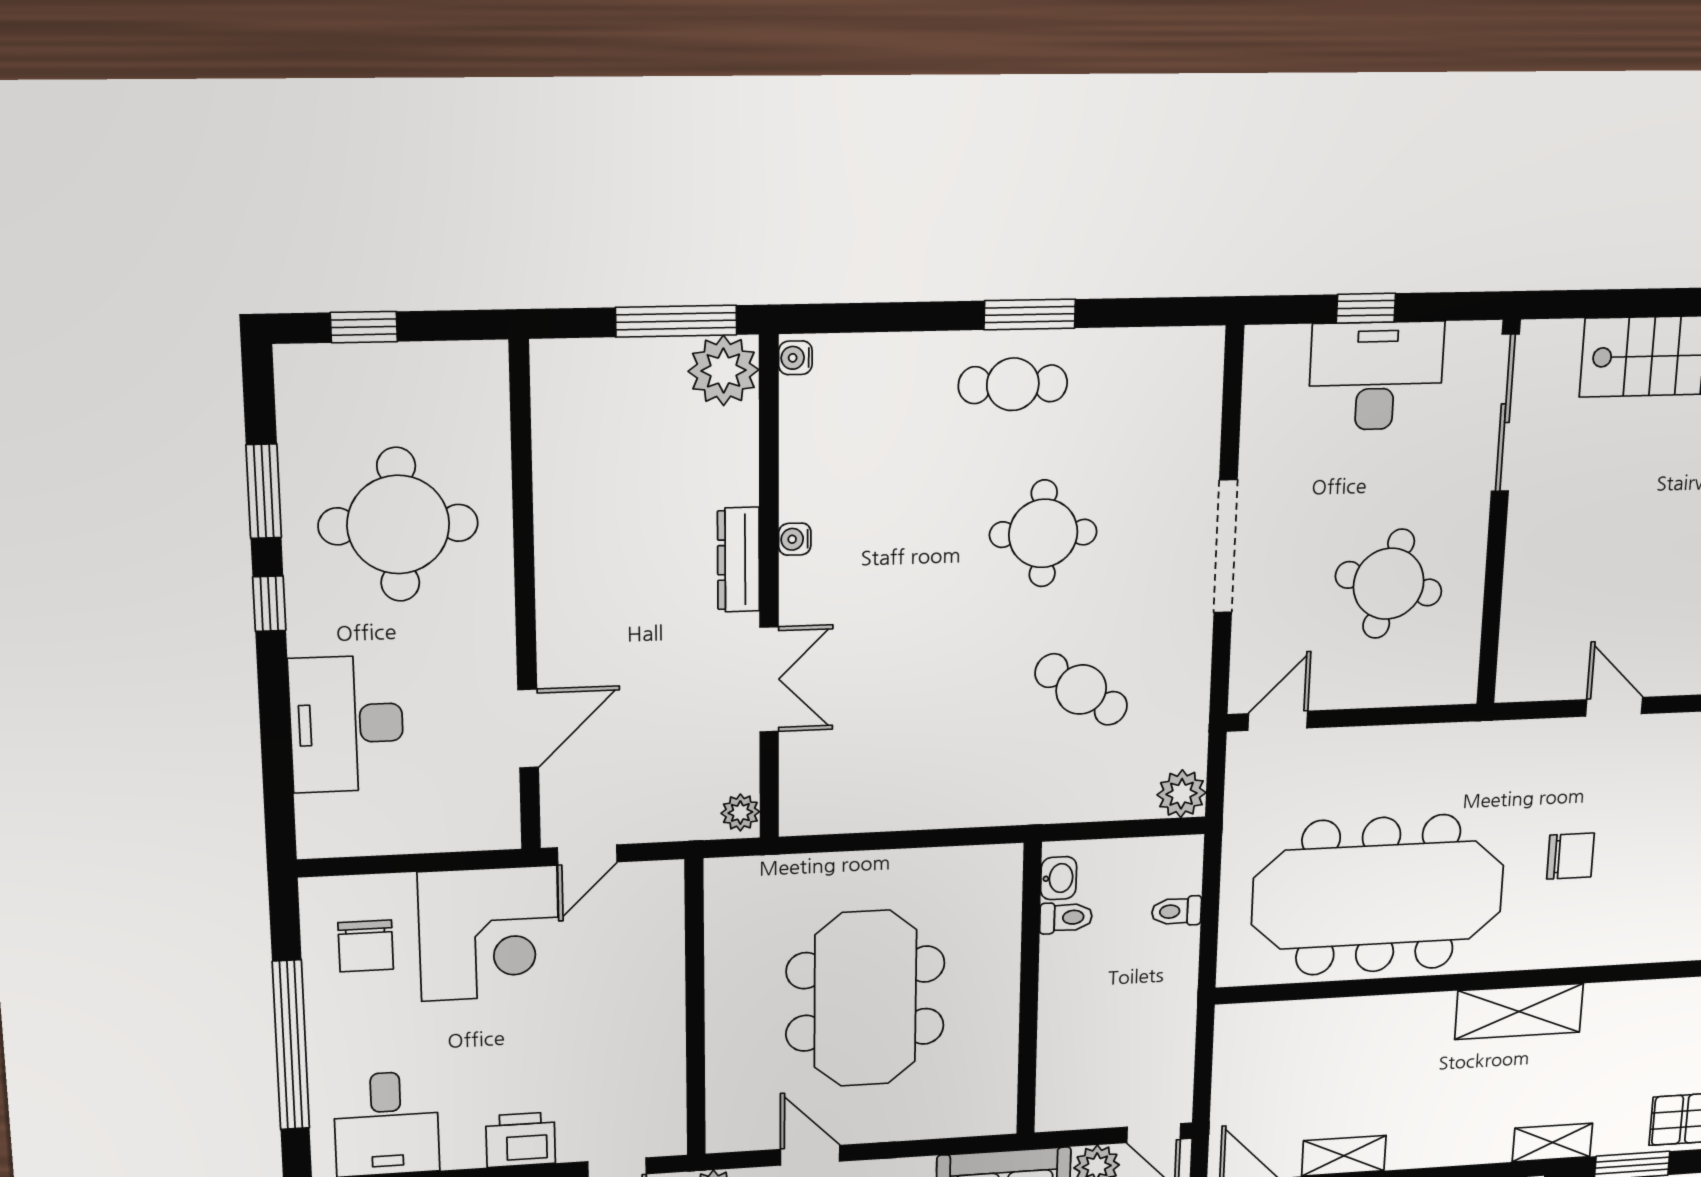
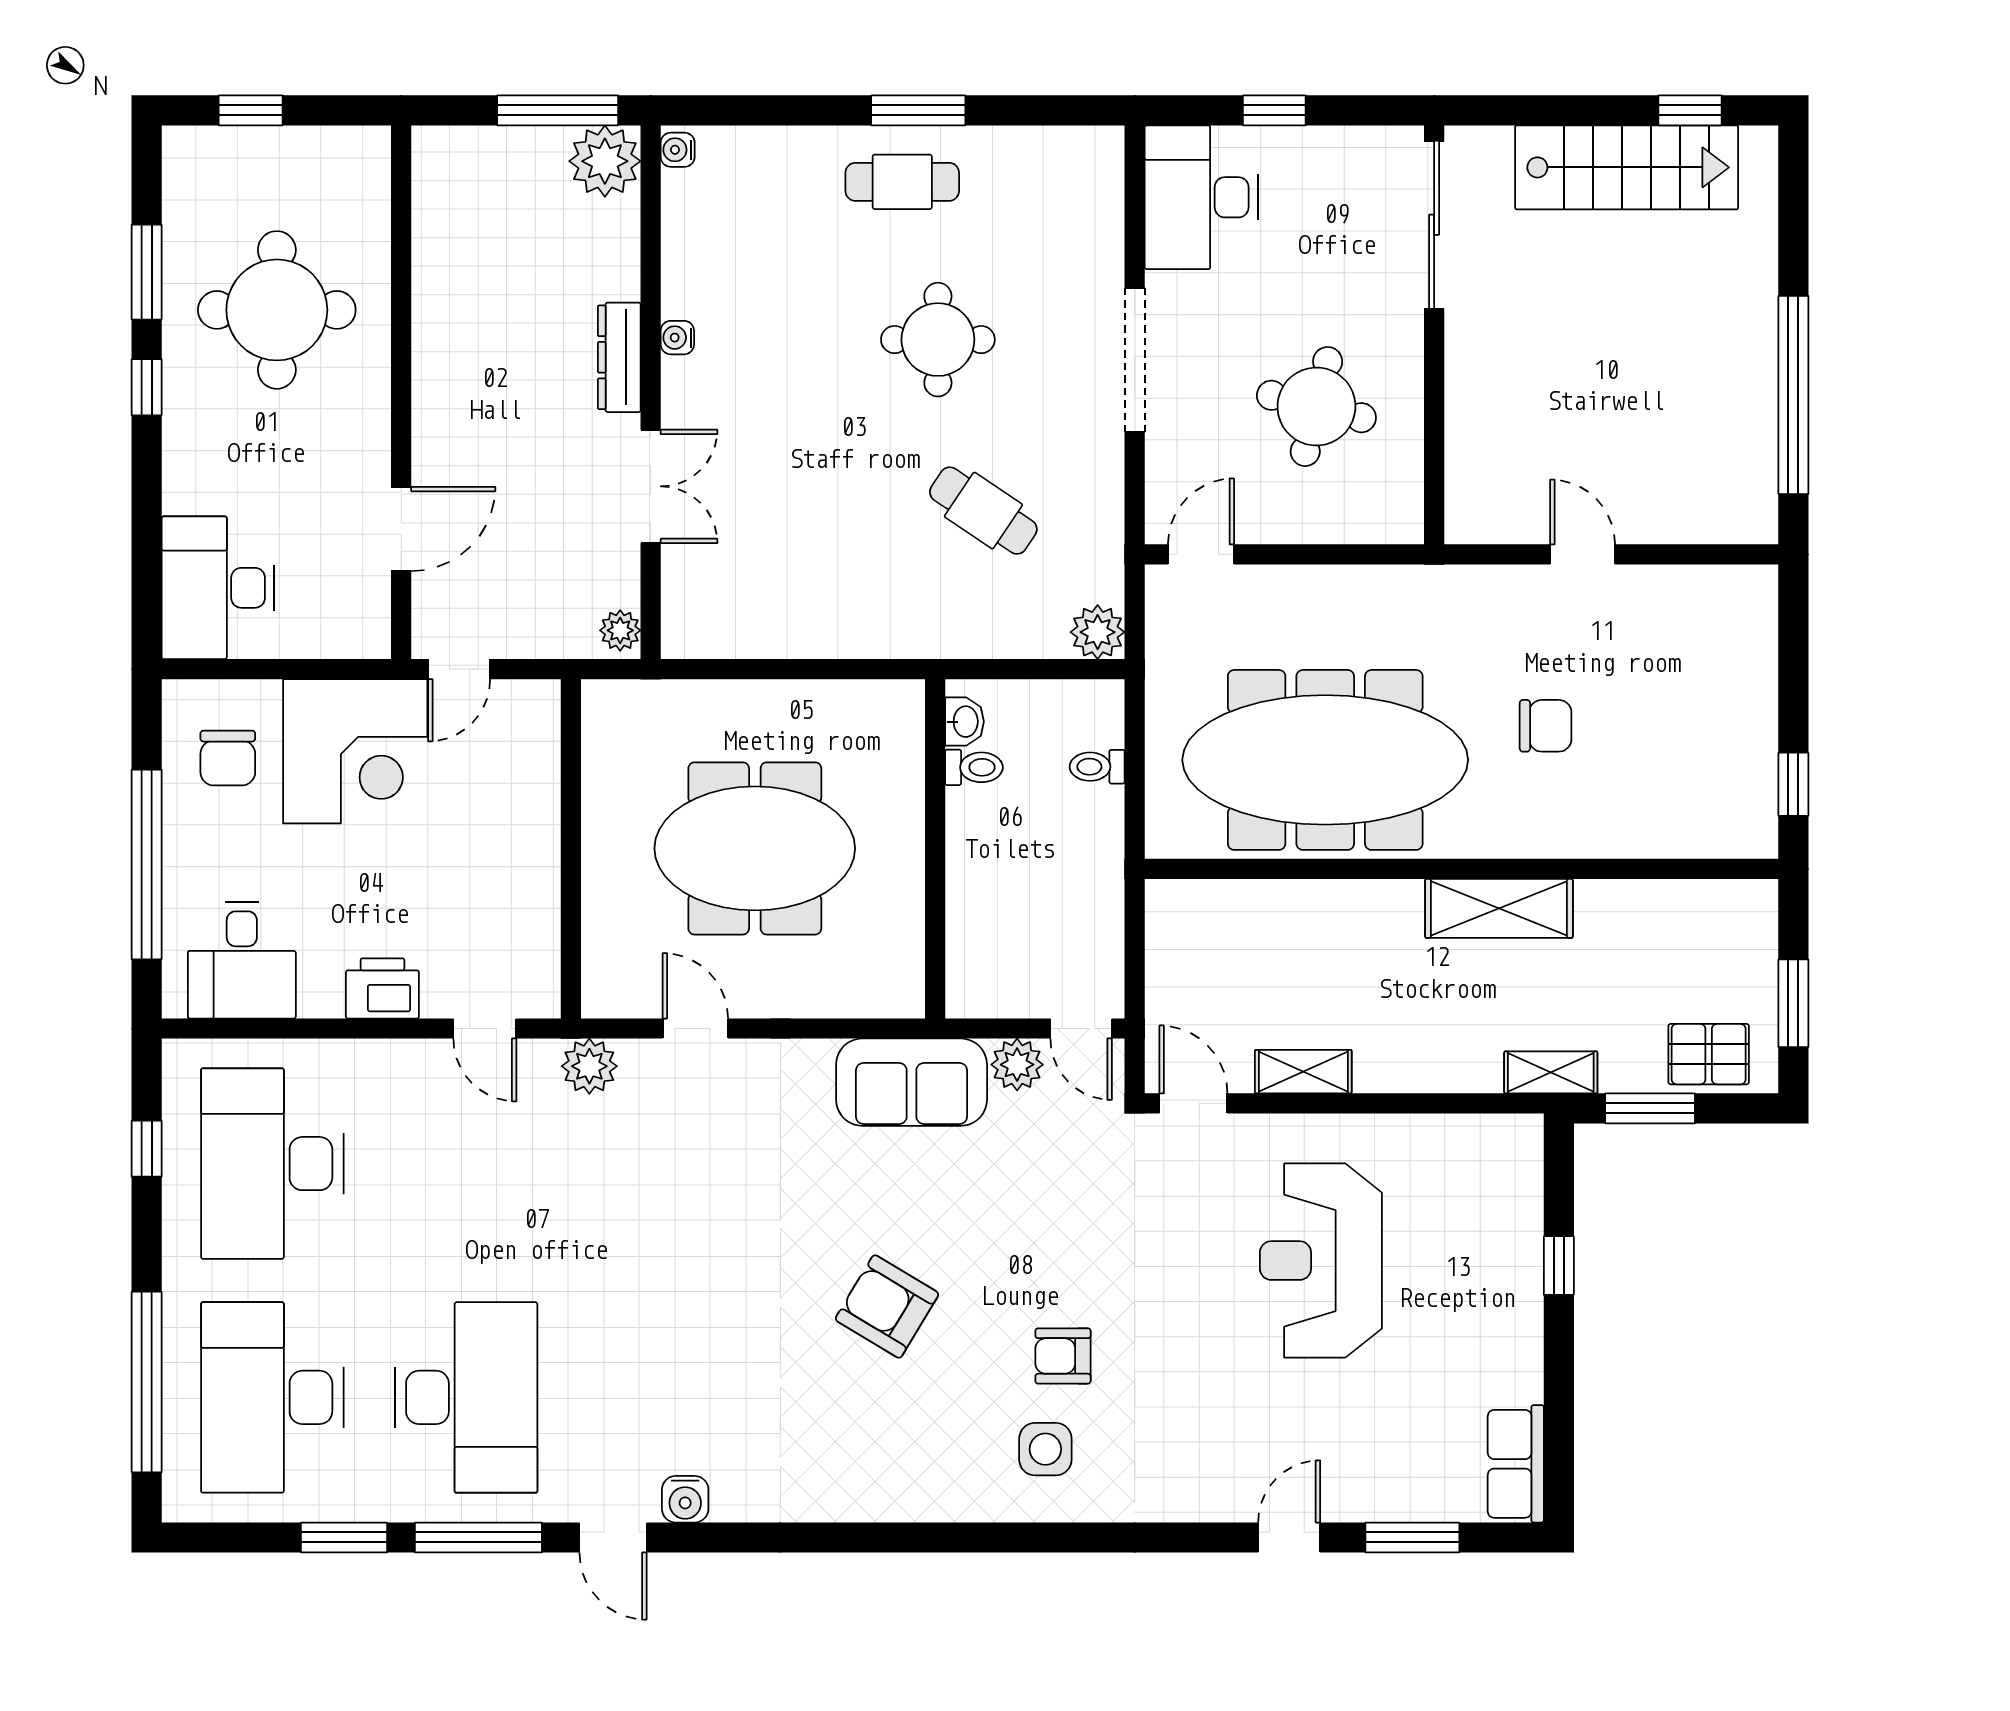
desk: (1376, 376) -> (1201, 197), moved, turned -90
desk: (347, 724) -> (218, 588), moved
meeting table: (865, 999) -> (755, 848), turned 90

